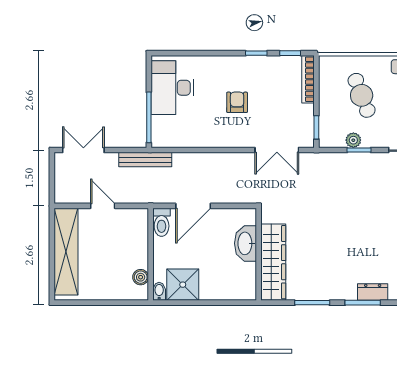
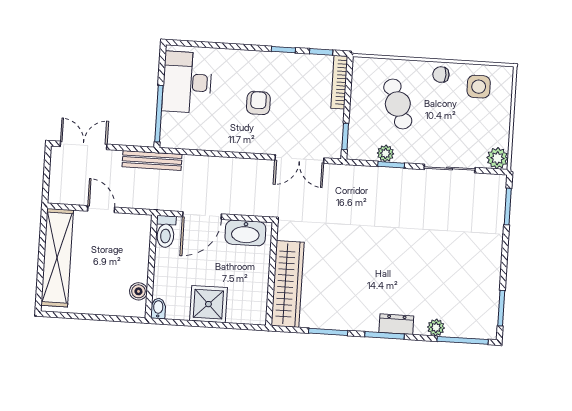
washbasin: (245, 243) -> (245, 233), moved, turned -90
shower: (183, 285) -> (208, 304), moved

